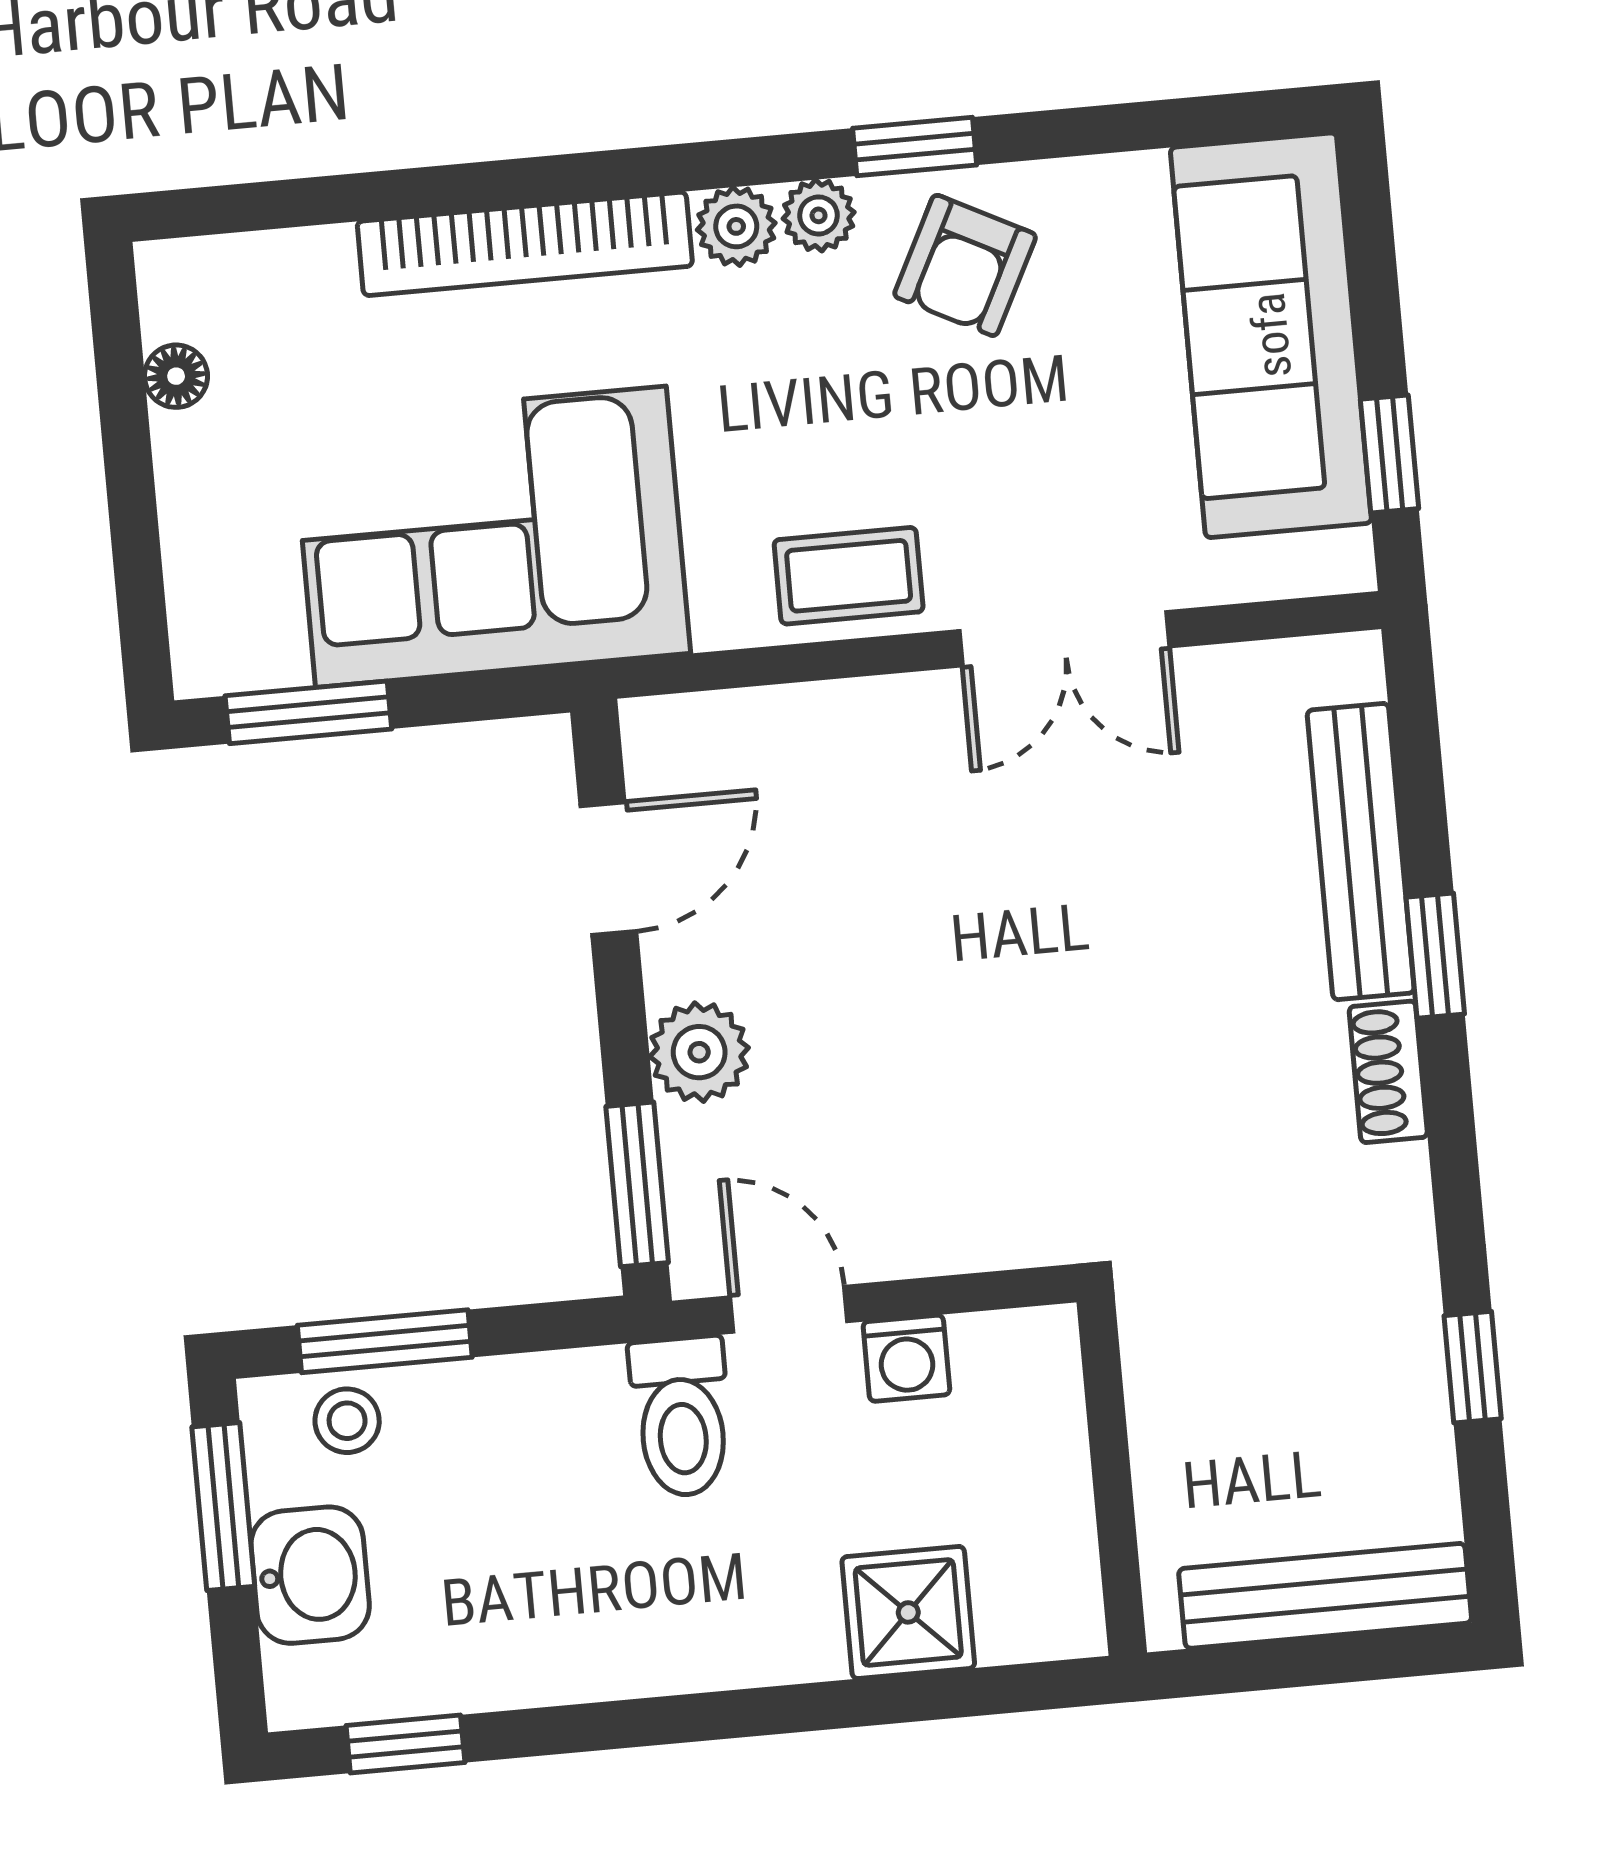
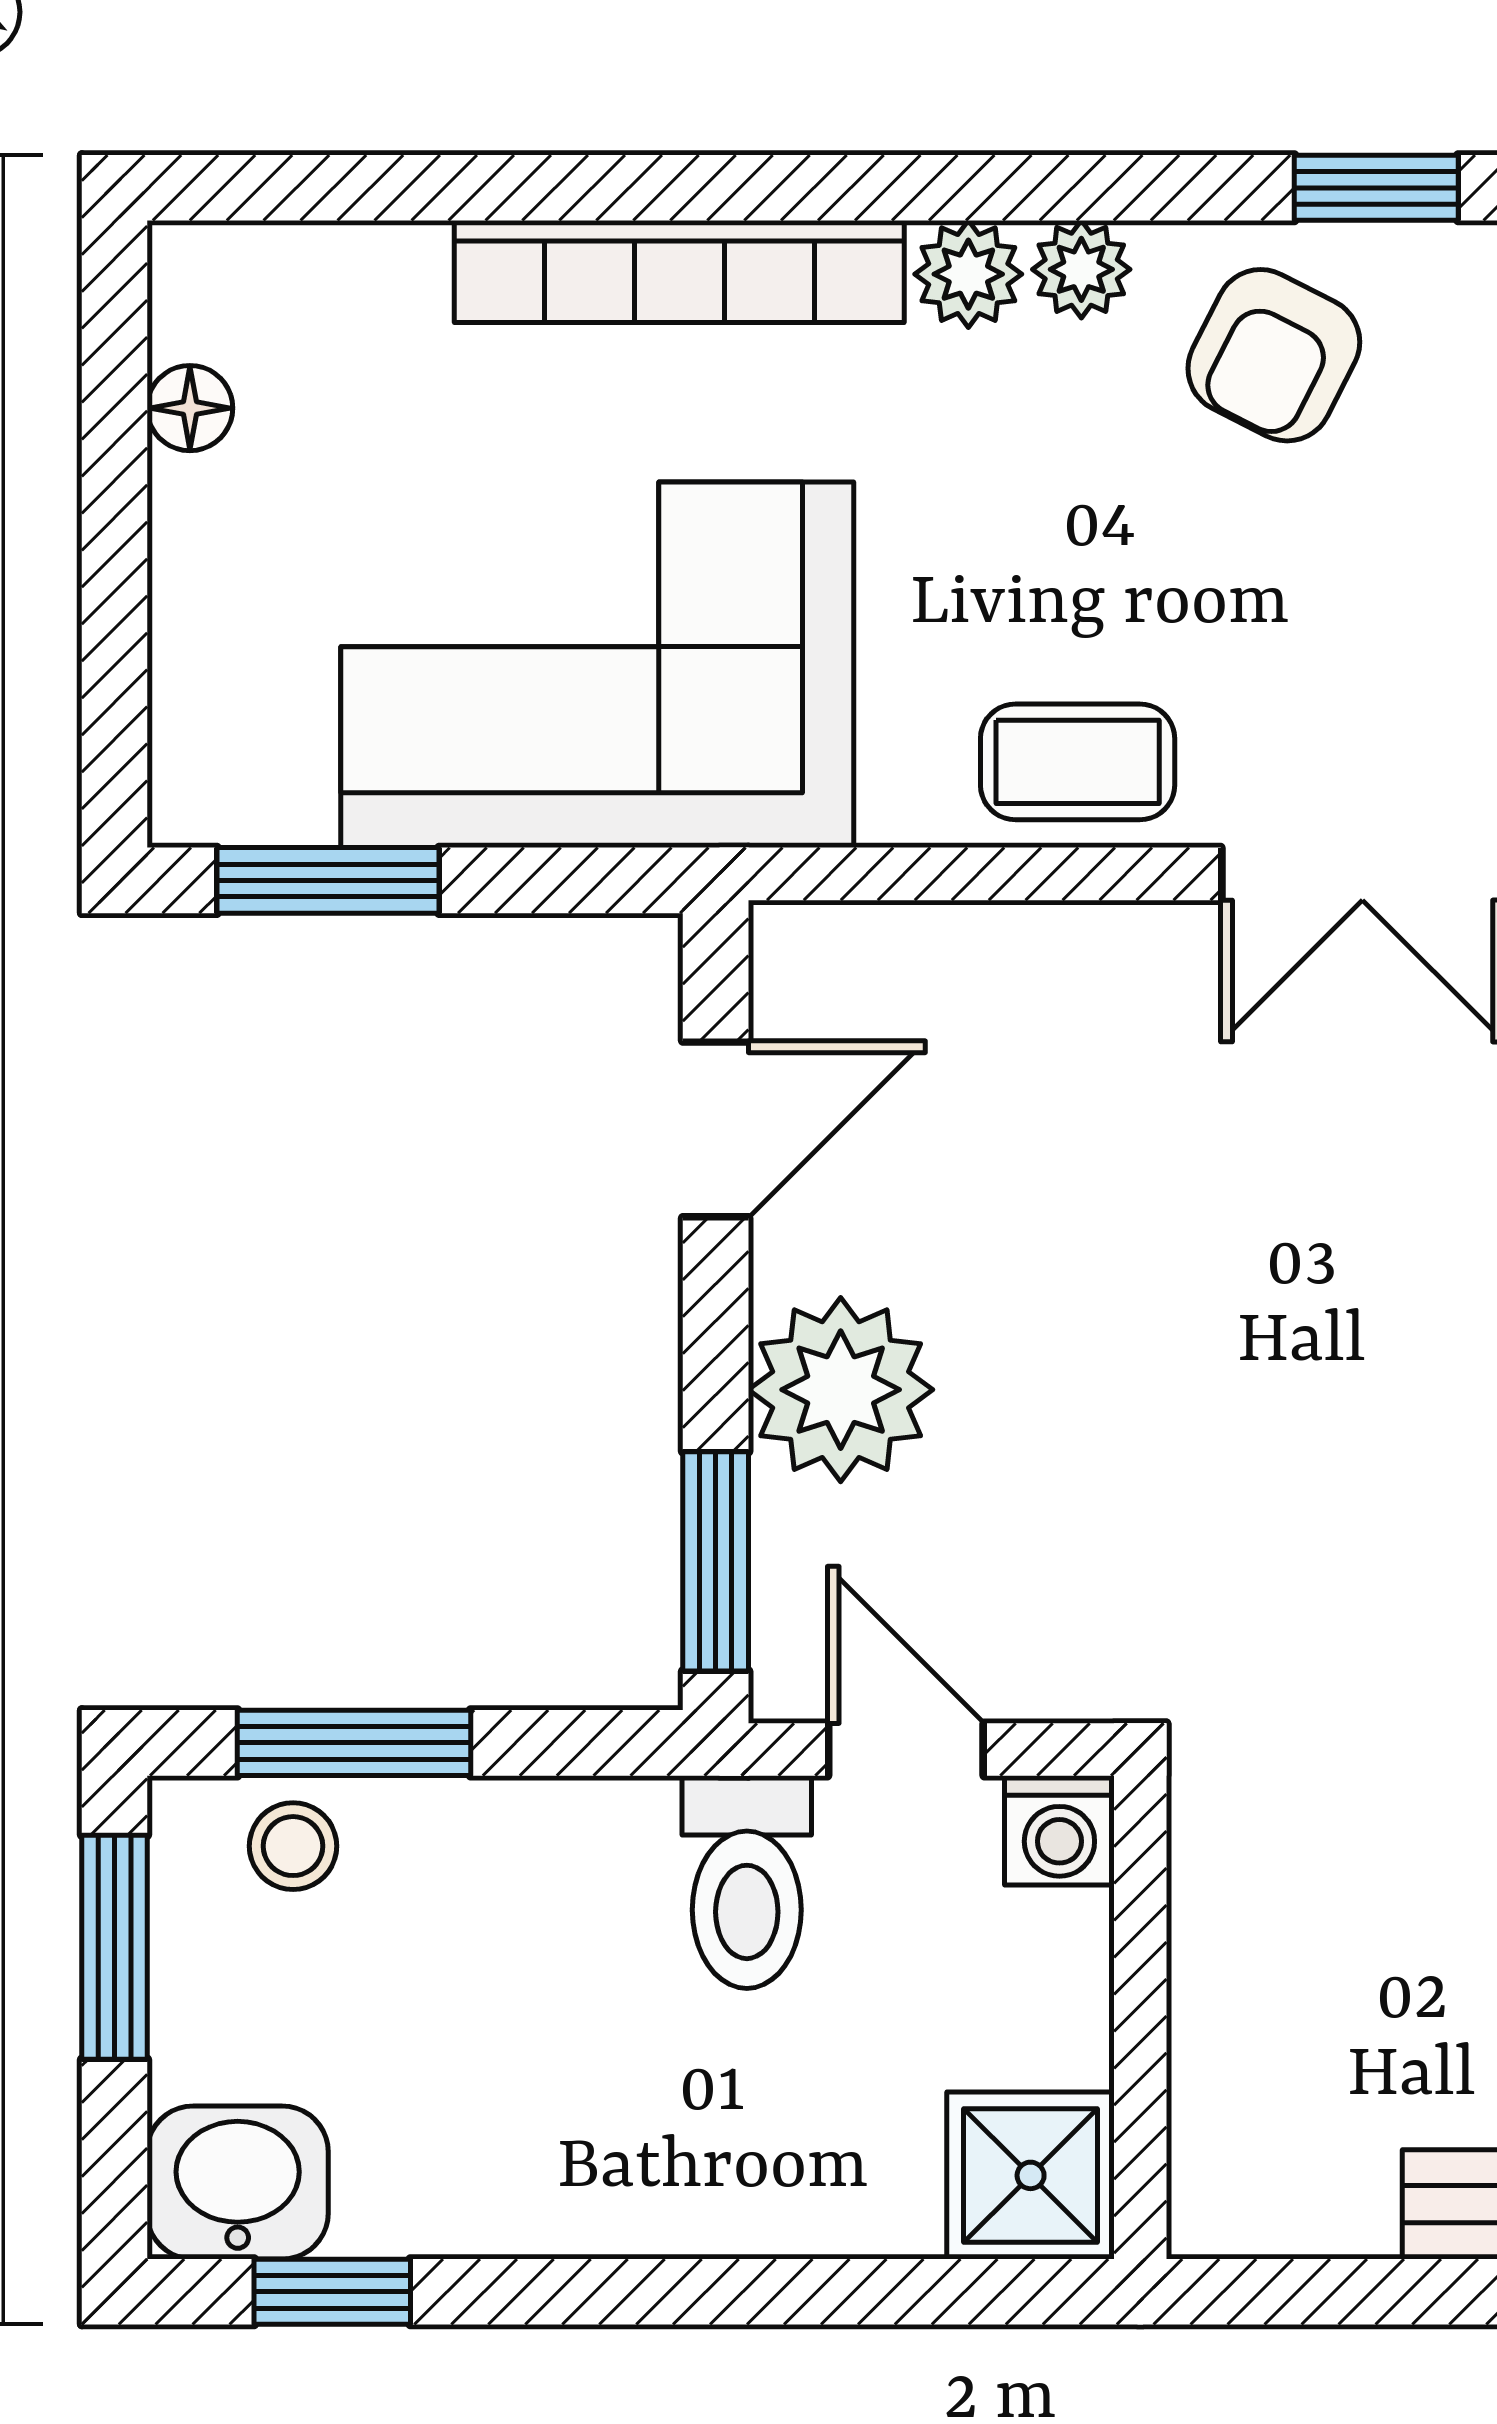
window: (915, 147) -> (1376, 188), moved
plant: (699, 1052) -> (841, 1390), width x1.36, depth x1.36
wall: (1112, 1477) -> (1140, 2017), moved
washbasin: (310, 1575) -> (238, 2183), moved, turned -90

